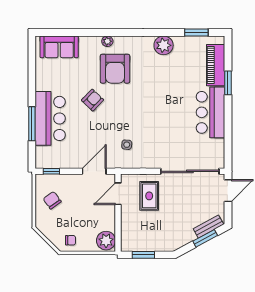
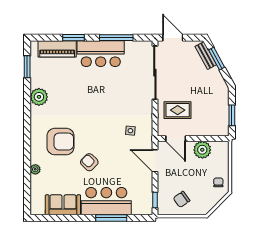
plant: (107, 41) -> (35, 169), moved
sofa: (59, 47) -> (63, 205), moved, turned -90
window: (228, 129) -> (116, 38), added
plant: (106, 241) -> (202, 150), moved

